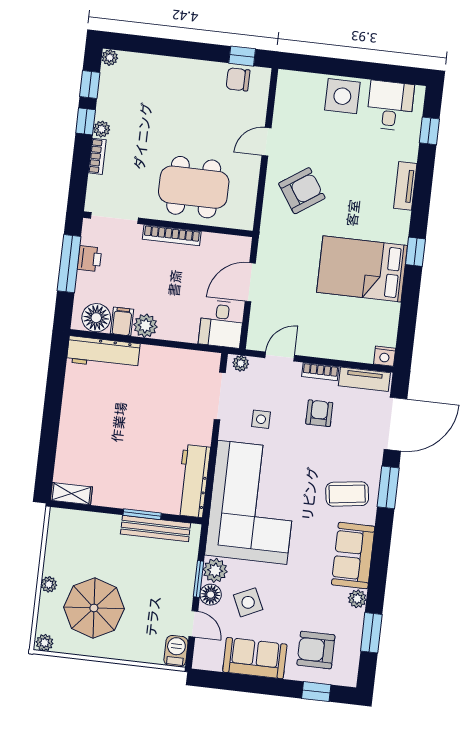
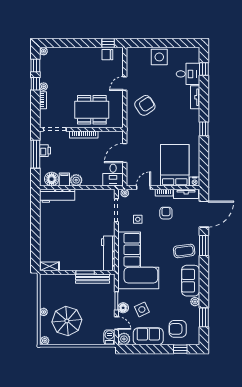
desk: (390, 106) -> (188, 74), moved, turned 90
bed: (362, 269) -> (175, 165), moved, turned 90
plant: (215, 570) -> (124, 339), moved

